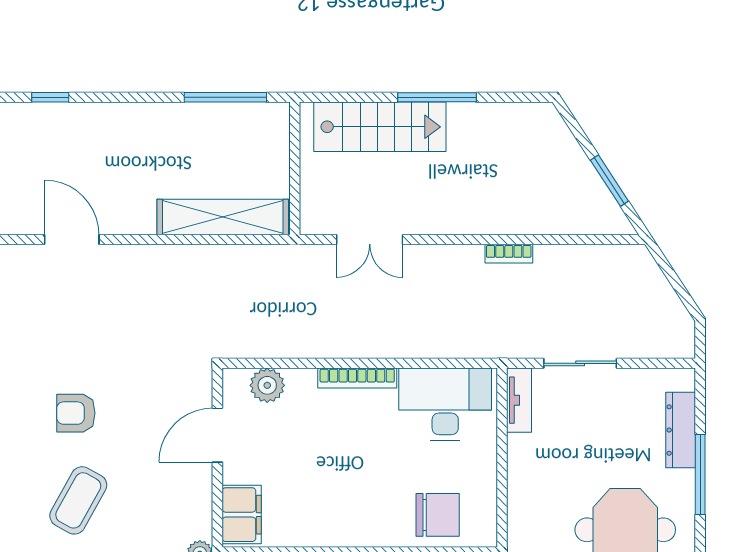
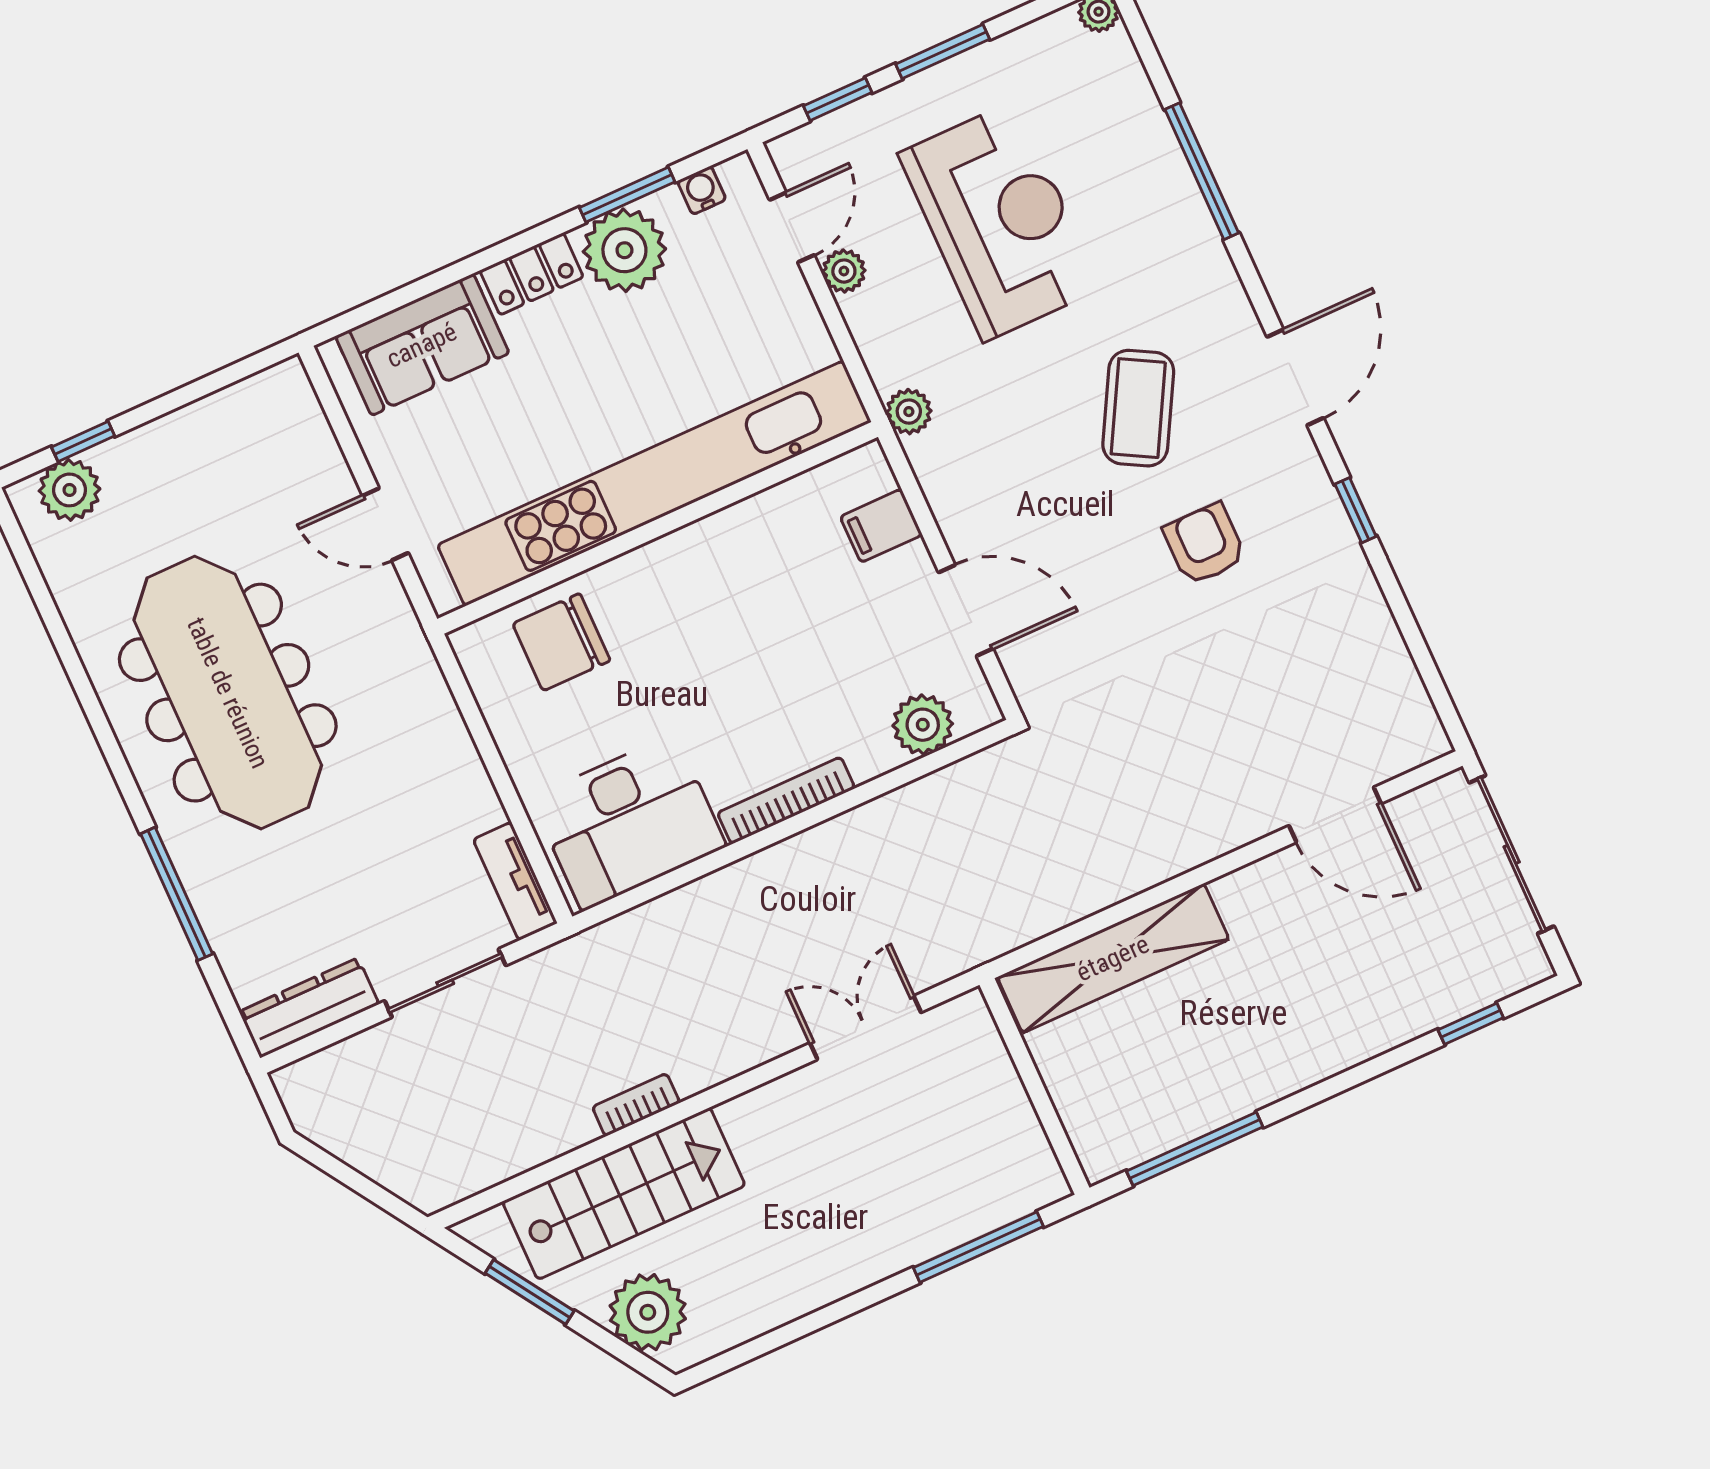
window: (437, 97) -> (978, 1247), moved
stairs: (380, 127) -> (624, 1194), moved, turned 180
plant: (552, 142) -> (648, 1312), added
armchair: (76, 413) -> (1205, 544), turned -90
dresser: (681, 430) -> (309, 1008), moved, turned -90
door: (217, 435) -> (966, 611), hinge flipped
filing cabinet: (242, 515) -> (881, 526), width x0.50

